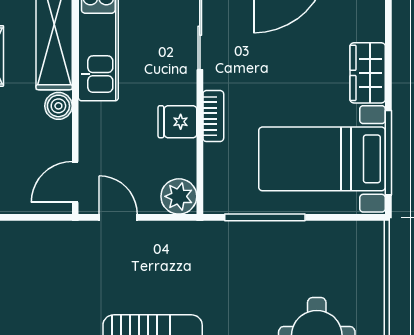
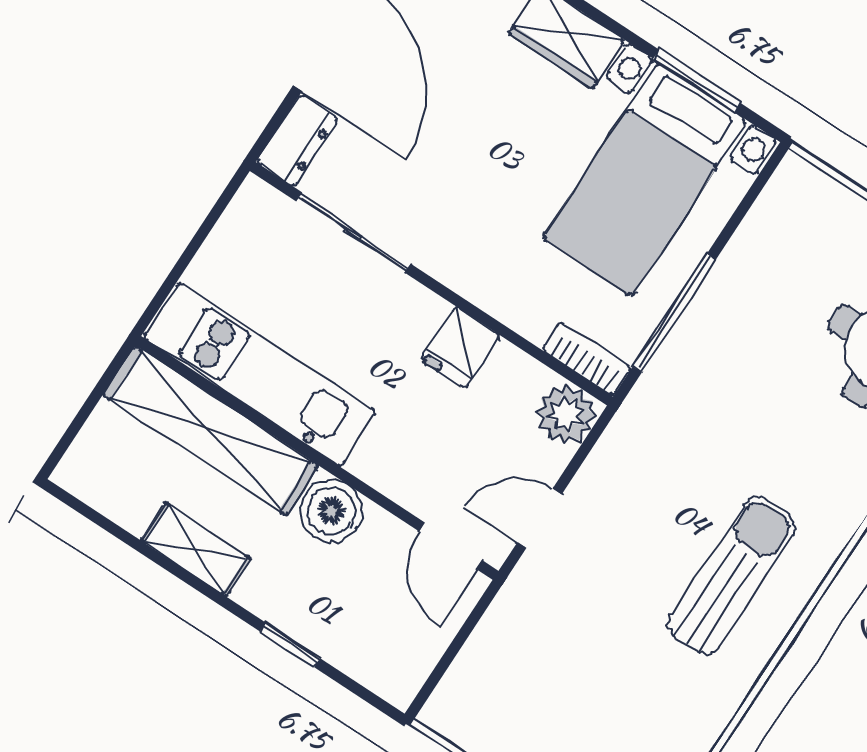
boiler: (58, 106) -> (331, 511), width x1.36, depth x1.36
bookcase: (213, 116) -> (587, 359), moved
window: (388, 153) -> (697, 81), width x0.69

